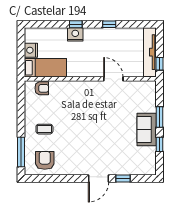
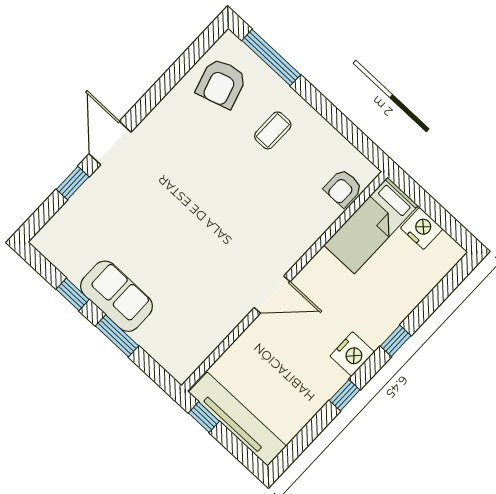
nightstand: (75, 34) -> (352, 354), moved
door: (113, 79) -> (272, 295), moved
armchair: (45, 160) -> (221, 83), turned 73

